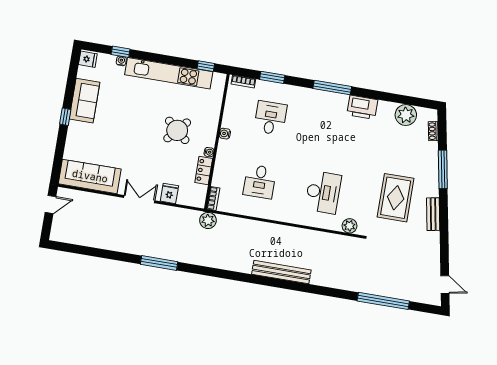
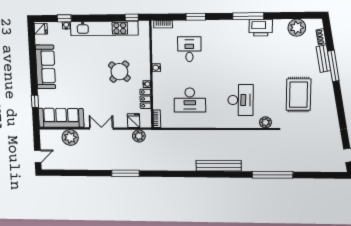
window: (272, 77) -> (196, 17), moved
window: (332, 88) -> (248, 16), moved
sofa: (85, 101) -> (45, 67), width x1.36
window: (65, 117) -> (35, 101), moved
desk: (260, 182) -> (190, 100), width x1.37
fridge: (169, 193) -> (134, 121), moved
door: (50, 204) -> (38, 156), moved
plant: (96, 204) -> (70, 137), added
bench: (433, 214) -> (323, 59), moved
plant: (208, 220) -> (139, 136), moved
window: (383, 301) -> (273, 175), moved

